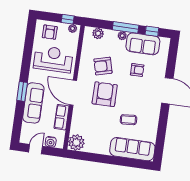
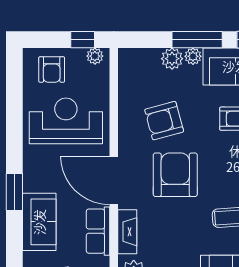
plant: (98, 33) -> (172, 59), moved
sofa: (33, 103) -> (39, 222), width x0.73
fireplace: (76, 120) -> (127, 232), added

